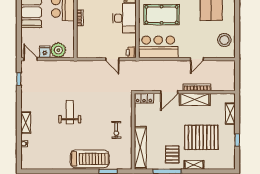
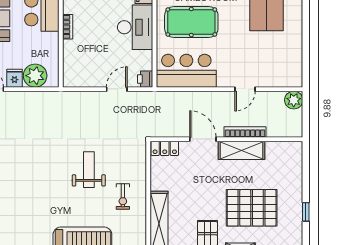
stool: (224, 40) -> (286, 60), removed
door: (112, 59) -> (117, 89), swing flipped
plant: (229, 66) -> (294, 100), added
door: (169, 92) -> (203, 139), swing flipped
weight bench: (70, 112) -> (89, 170), moved
shelving: (230, 114) -> (295, 172), removed

